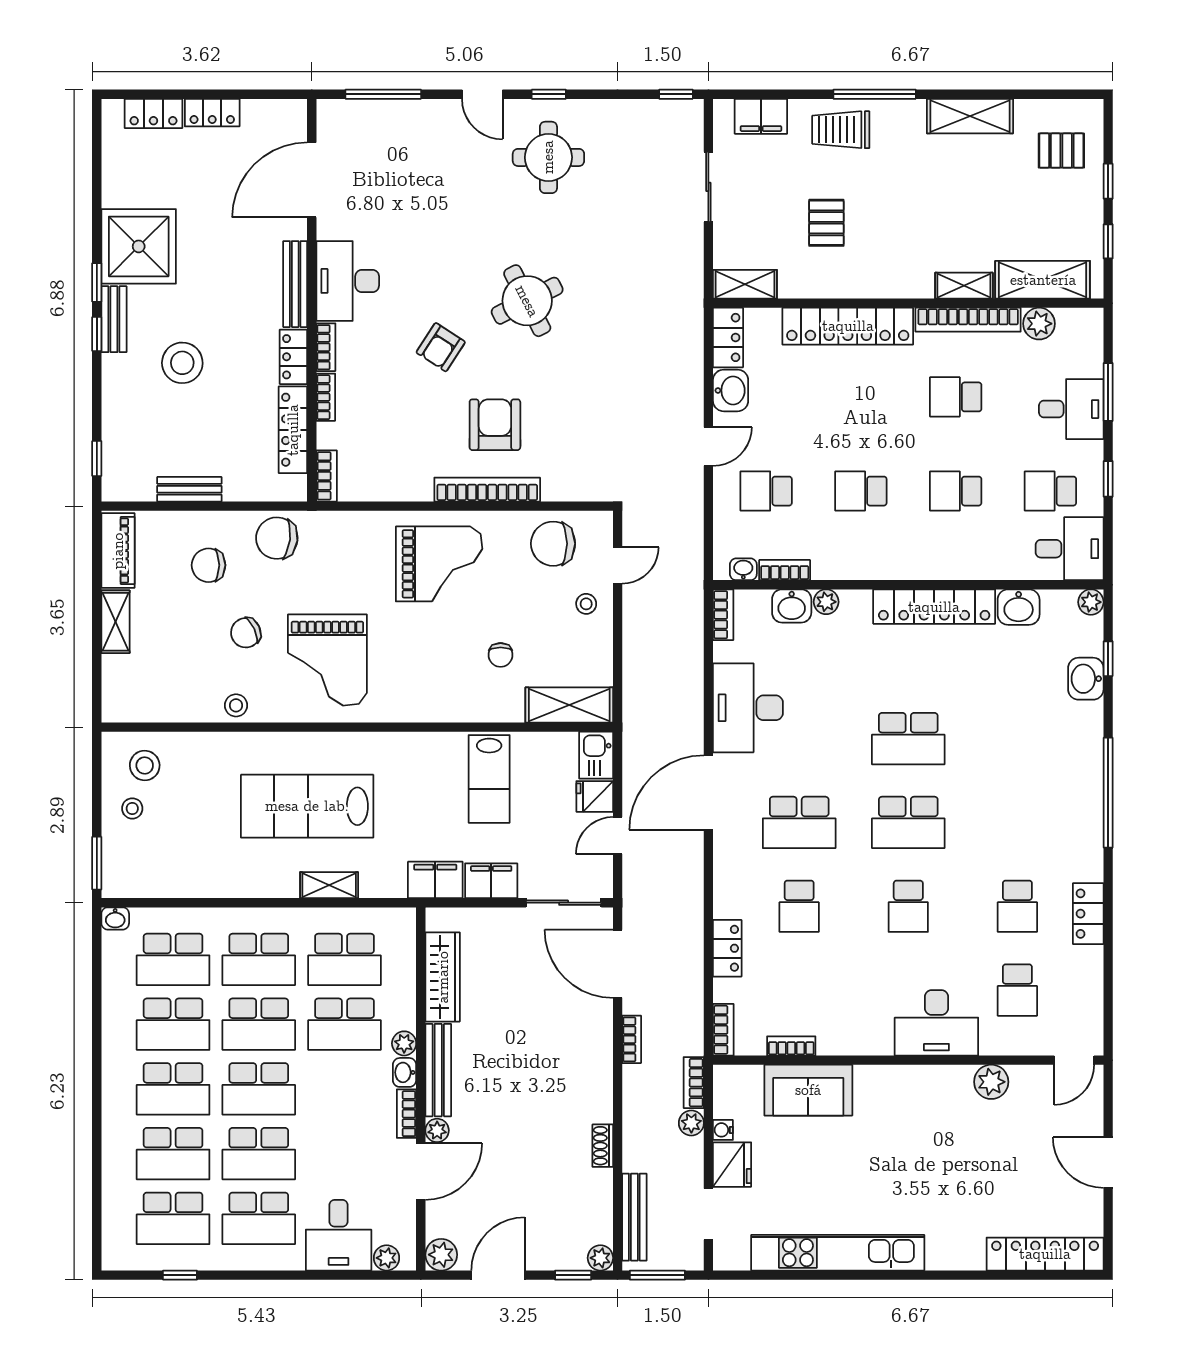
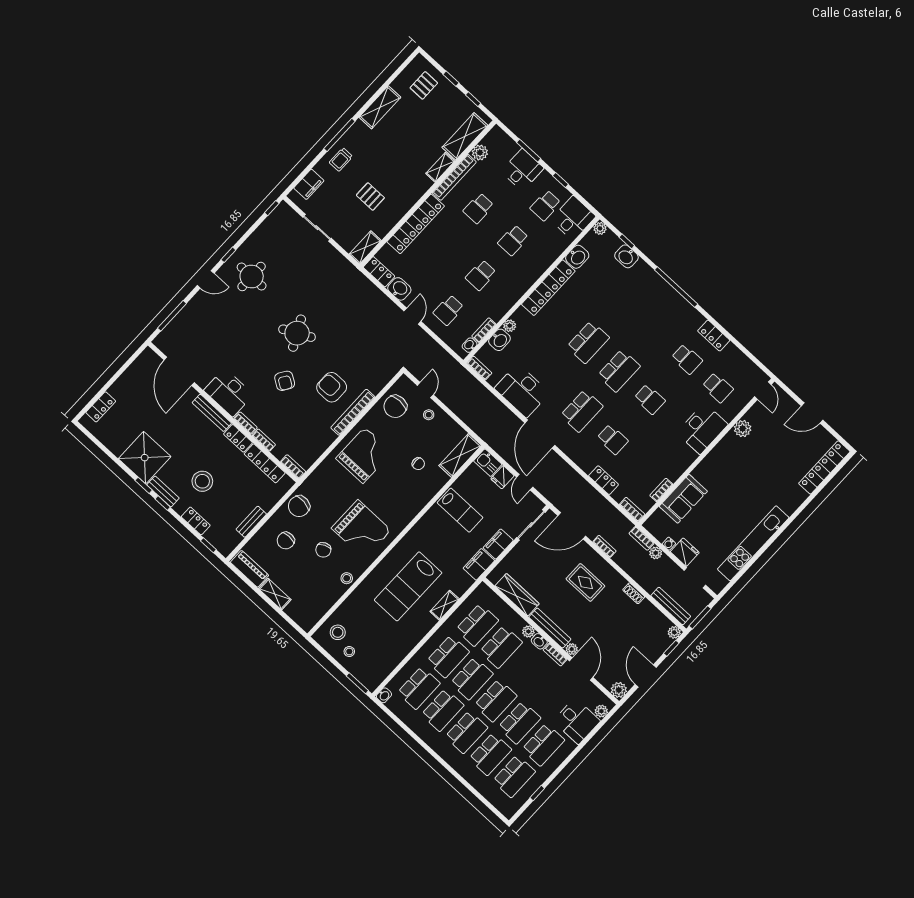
locker: (212, 113) -> (196, 521), moved, turned -90
trolley: (841, 130) -> (341, 159), width x0.73, depth x0.72
rug: (553, 1060) -> (585, 582), added

